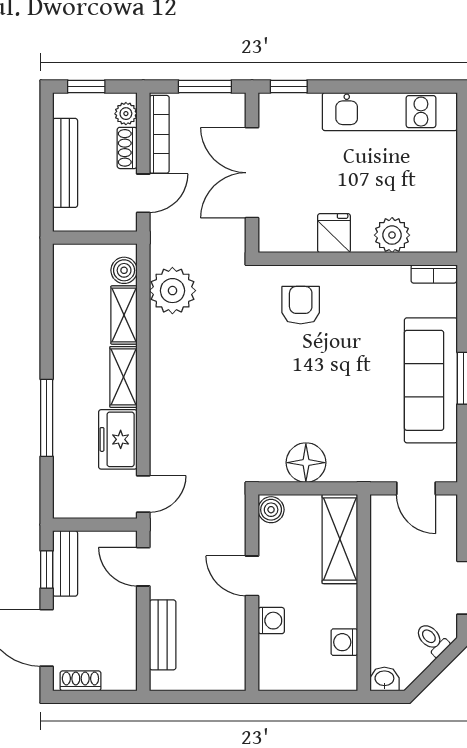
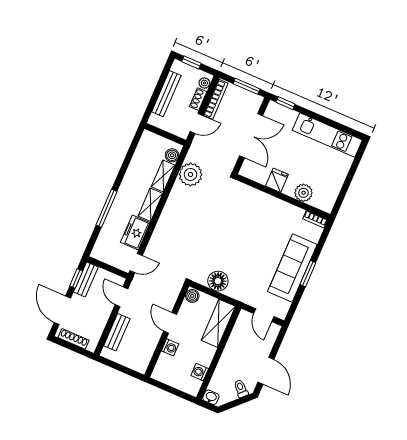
double door: (252, 173) -> (251, 136), swing flipped
armchair: (301, 305) -> (247, 207), removed
shoe rack: (80, 681) -> (74, 339), width x1.43

